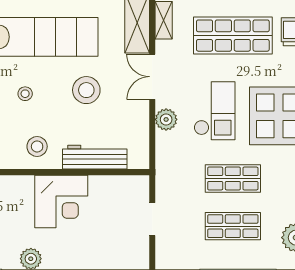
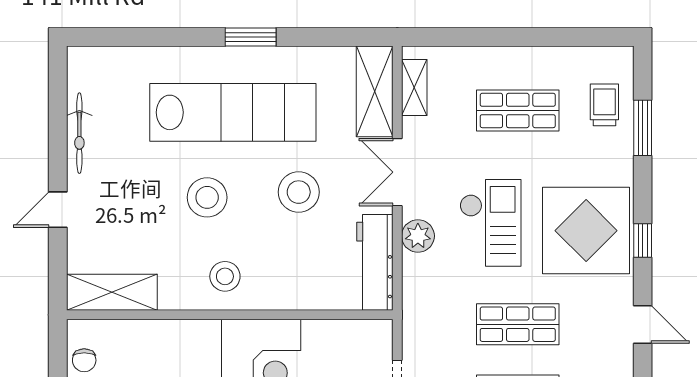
shop shelf: (233, 36) -> (518, 110), width x0.70, depth x0.74
stool: (25, 94) -> (207, 197), width x1.89, depth x1.89
workbench: (95, 157) -> (375, 262), moved, turned -90

